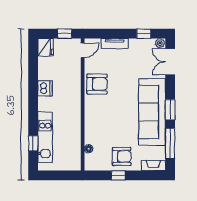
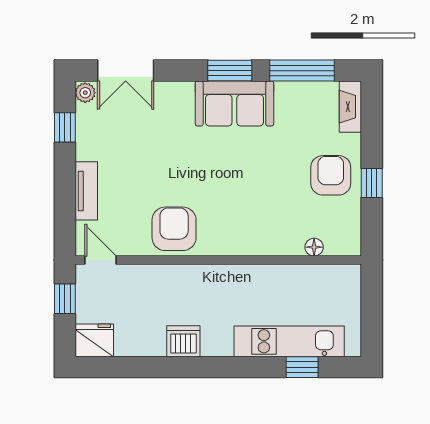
sofa: (152, 112) -> (234, 103), width x0.54, depth x0.79

